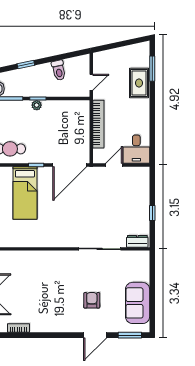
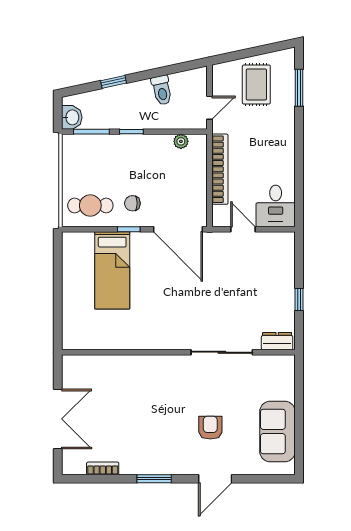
rug: (139, 83) -> (256, 85), moved
plant: (37, 105) -> (181, 141), moved
chair: (39, 147) -> (132, 203), added
door: (70, 165) -> (178, 229), hinge flipped
door: (114, 165) -> (243, 229), hinge flipped
window: (130, 335) -> (154, 479), moved

